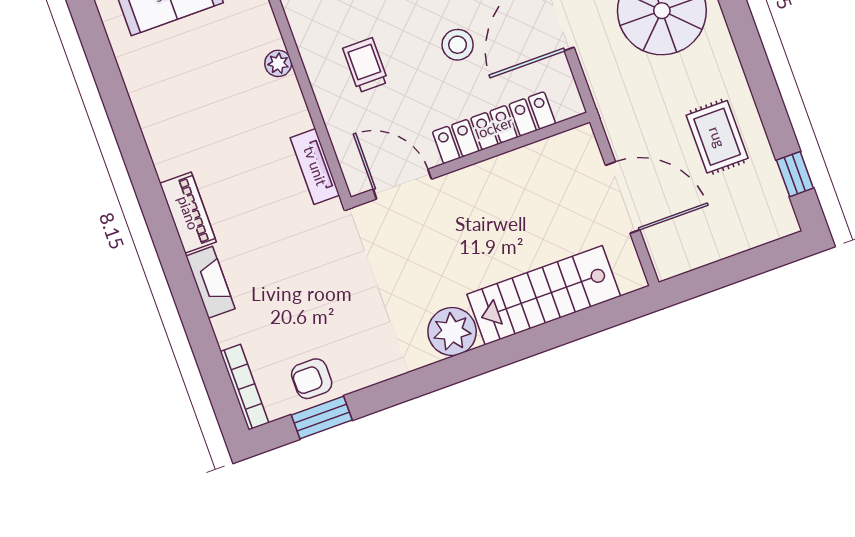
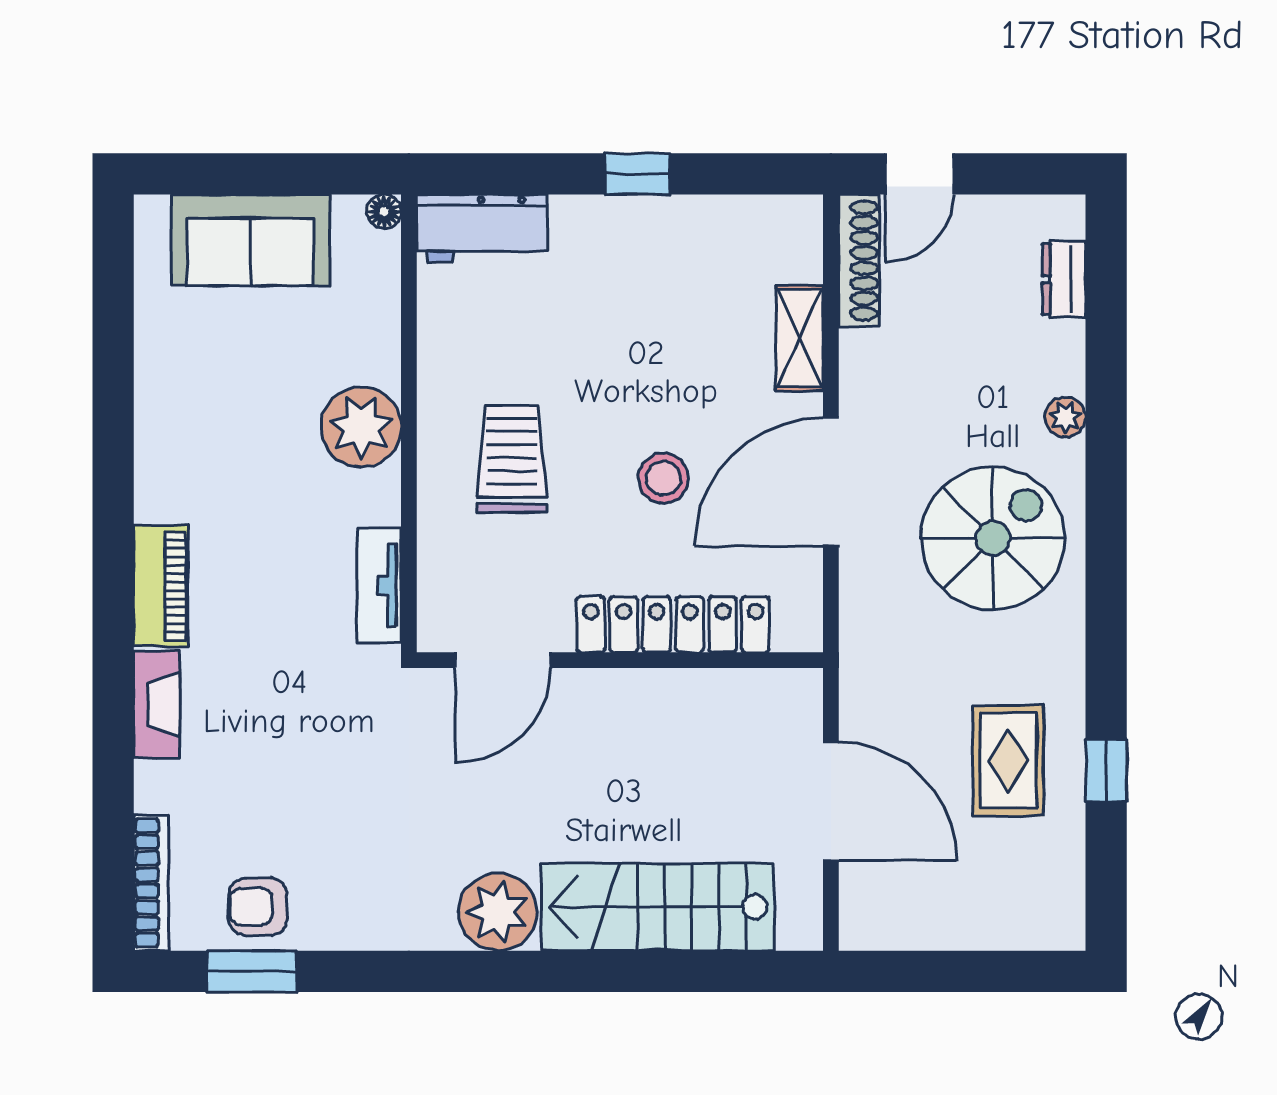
plant: (278, 63) -> (361, 427), width x1.87, depth x1.87
trolley: (365, 65) -> (512, 459), width x1.36, depth x1.39
window: (795, 174) -> (1106, 770), moved
door: (402, 184) -> (503, 660), swing flipped

